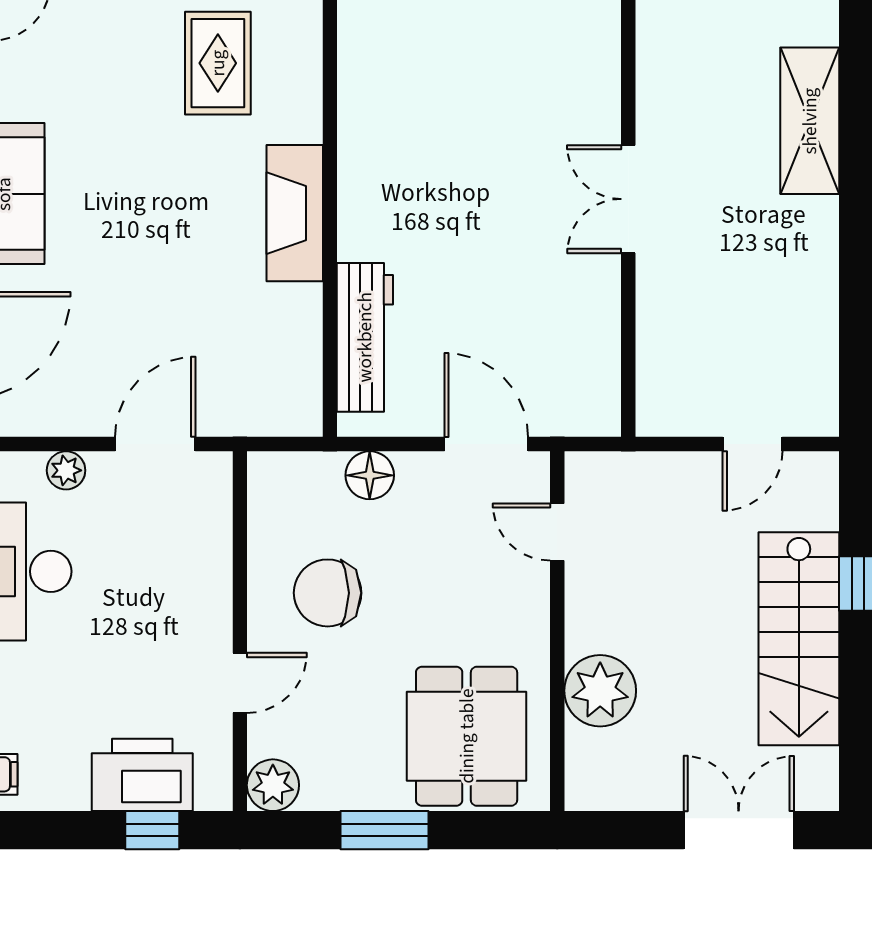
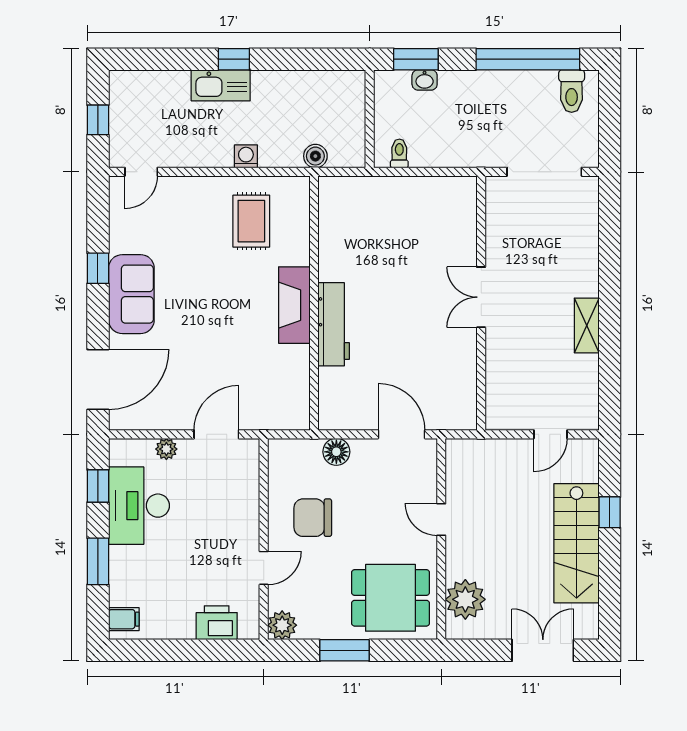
shelving: (810, 121) -> (587, 325), moved, width x0.67, depth x0.75
workbench: (365, 337) -> (334, 324), moved
door: (557, 532) -> (441, 519), moved
plant: (600, 691) -> (465, 599), moved
dining table: (467, 736) -> (391, 598), turned 90
printer: (142, 775) -> (217, 623), width x0.73, depth x0.84
window: (152, 830) -> (215, 650), removed

